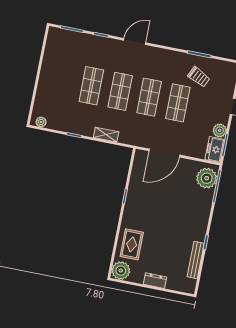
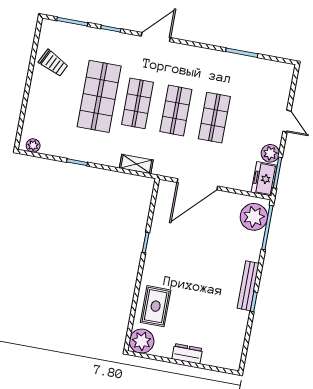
trolley: (199, 77) -> (53, 63), moved
shop shelf: (91, 86) -> (99, 96), width x1.43, depth x1.36
shelving: (106, 135) -> (136, 164), moved
bench: (196, 260) -> (248, 286), moved

